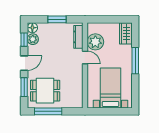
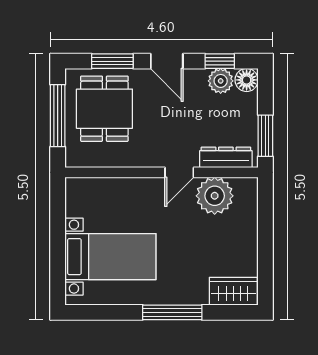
dresser: (78, 37) -> (226, 157), moved
plant: (95, 42) -> (215, 196), moved
door: (85, 57) -> (179, 172), moved
wall: (85, 65) -> (161, 172), moved

